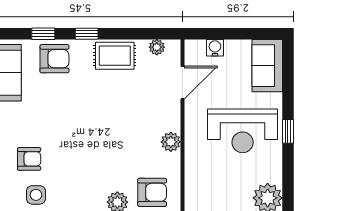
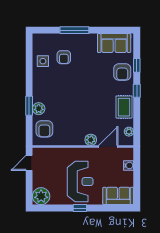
door: (182, 83) -> (108, 147), swing flipped
reception desk: (243, 131) -> (80, 182), turned 180
plant: (171, 142) -> (91, 140), moved

